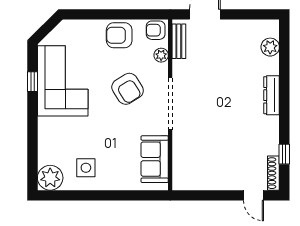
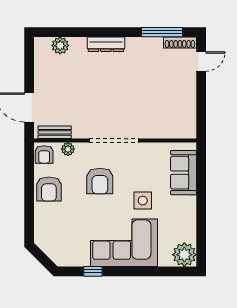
corner sofa: (63, 81) -> (124, 243), moved
armchair: (128, 89) -> (100, 181), turned 122
window: (284, 154) -> (162, 32), width x2.17
sofa: (155, 159) -> (183, 173), moved, turned 90
side table: (86, 168) -> (143, 201), moved

